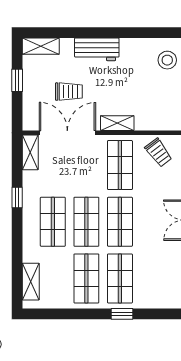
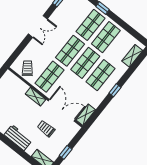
double door: (67, 133) -> (62, 110), swing flipped
window: (17, 198) -> (115, 90), moved

